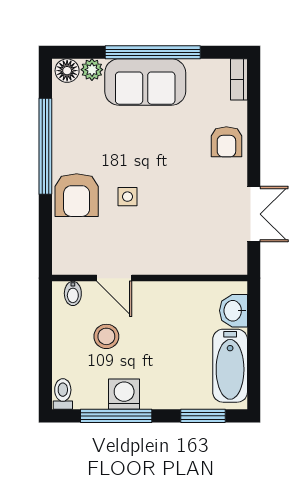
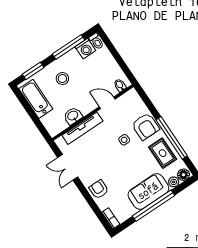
rug: (78, 131) -> (163, 153), added
armchair: (77, 195) -> (145, 126), turned 180
tv unit: (185, 263) -> (82, 128), added
washbasin: (234, 311) -> (73, 116), moved, turned -90
stool: (106, 336) -> (62, 79), moved
washing machine: (124, 394) -> (85, 49), moved

